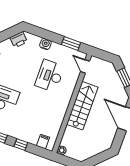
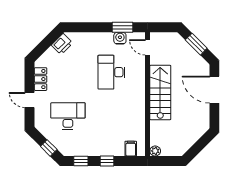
water cooler: (45, 44) -> (120, 38), moved

